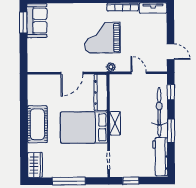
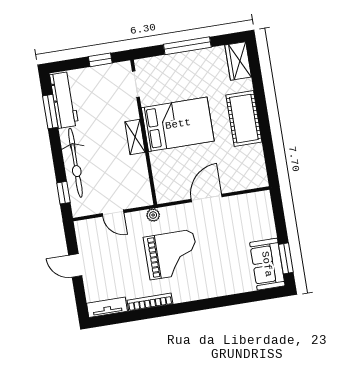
door: (171, 52) -> (75, 265), moved
dresser: (101, 92) -> (162, 177), removed
window: (171, 131) -> (50, 112), moved

